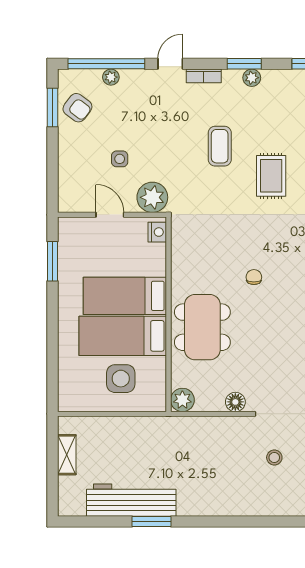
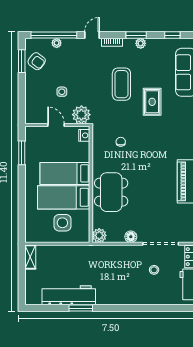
coffee table: (220, 146) -> (121, 84), width x1.36, depth x1.32
chair: (254, 277) -> (121, 142), moved
shelving: (67, 455) -> (30, 257), moved

